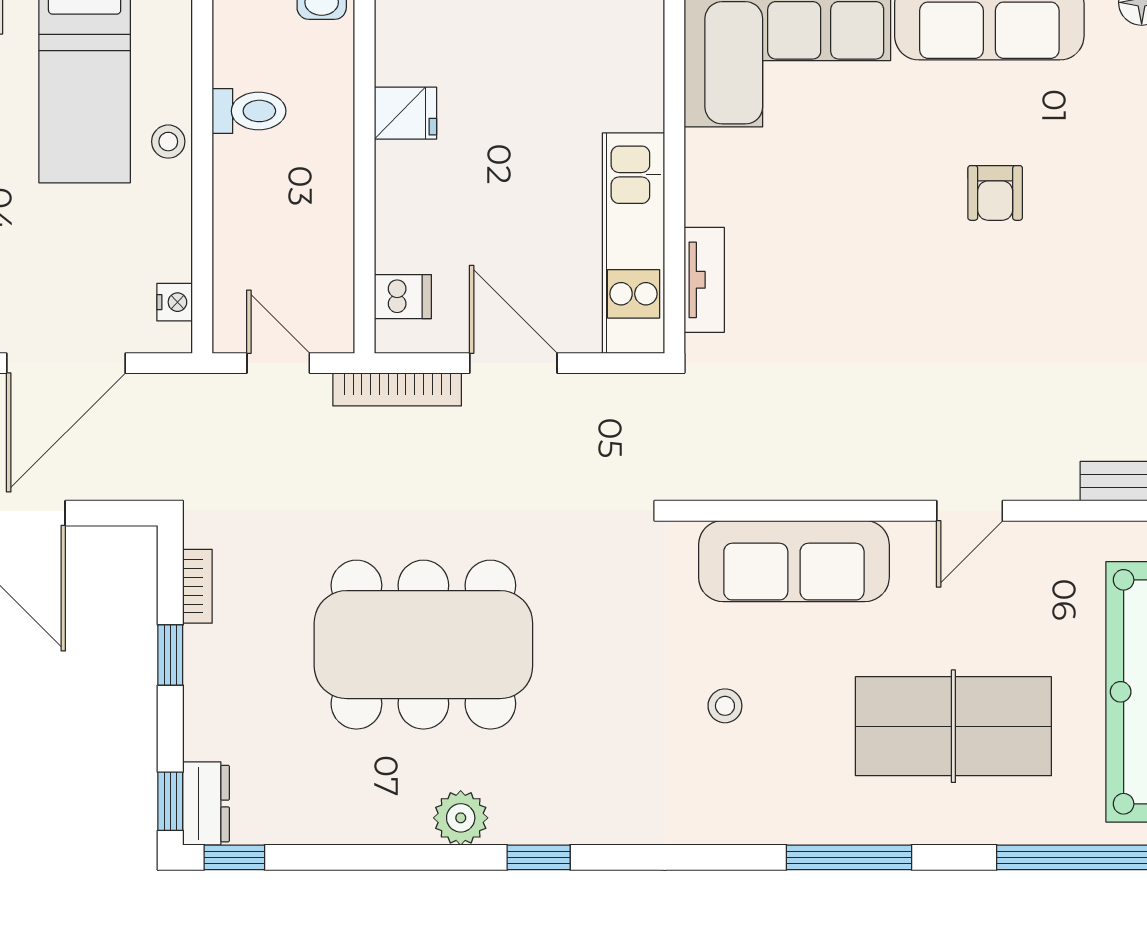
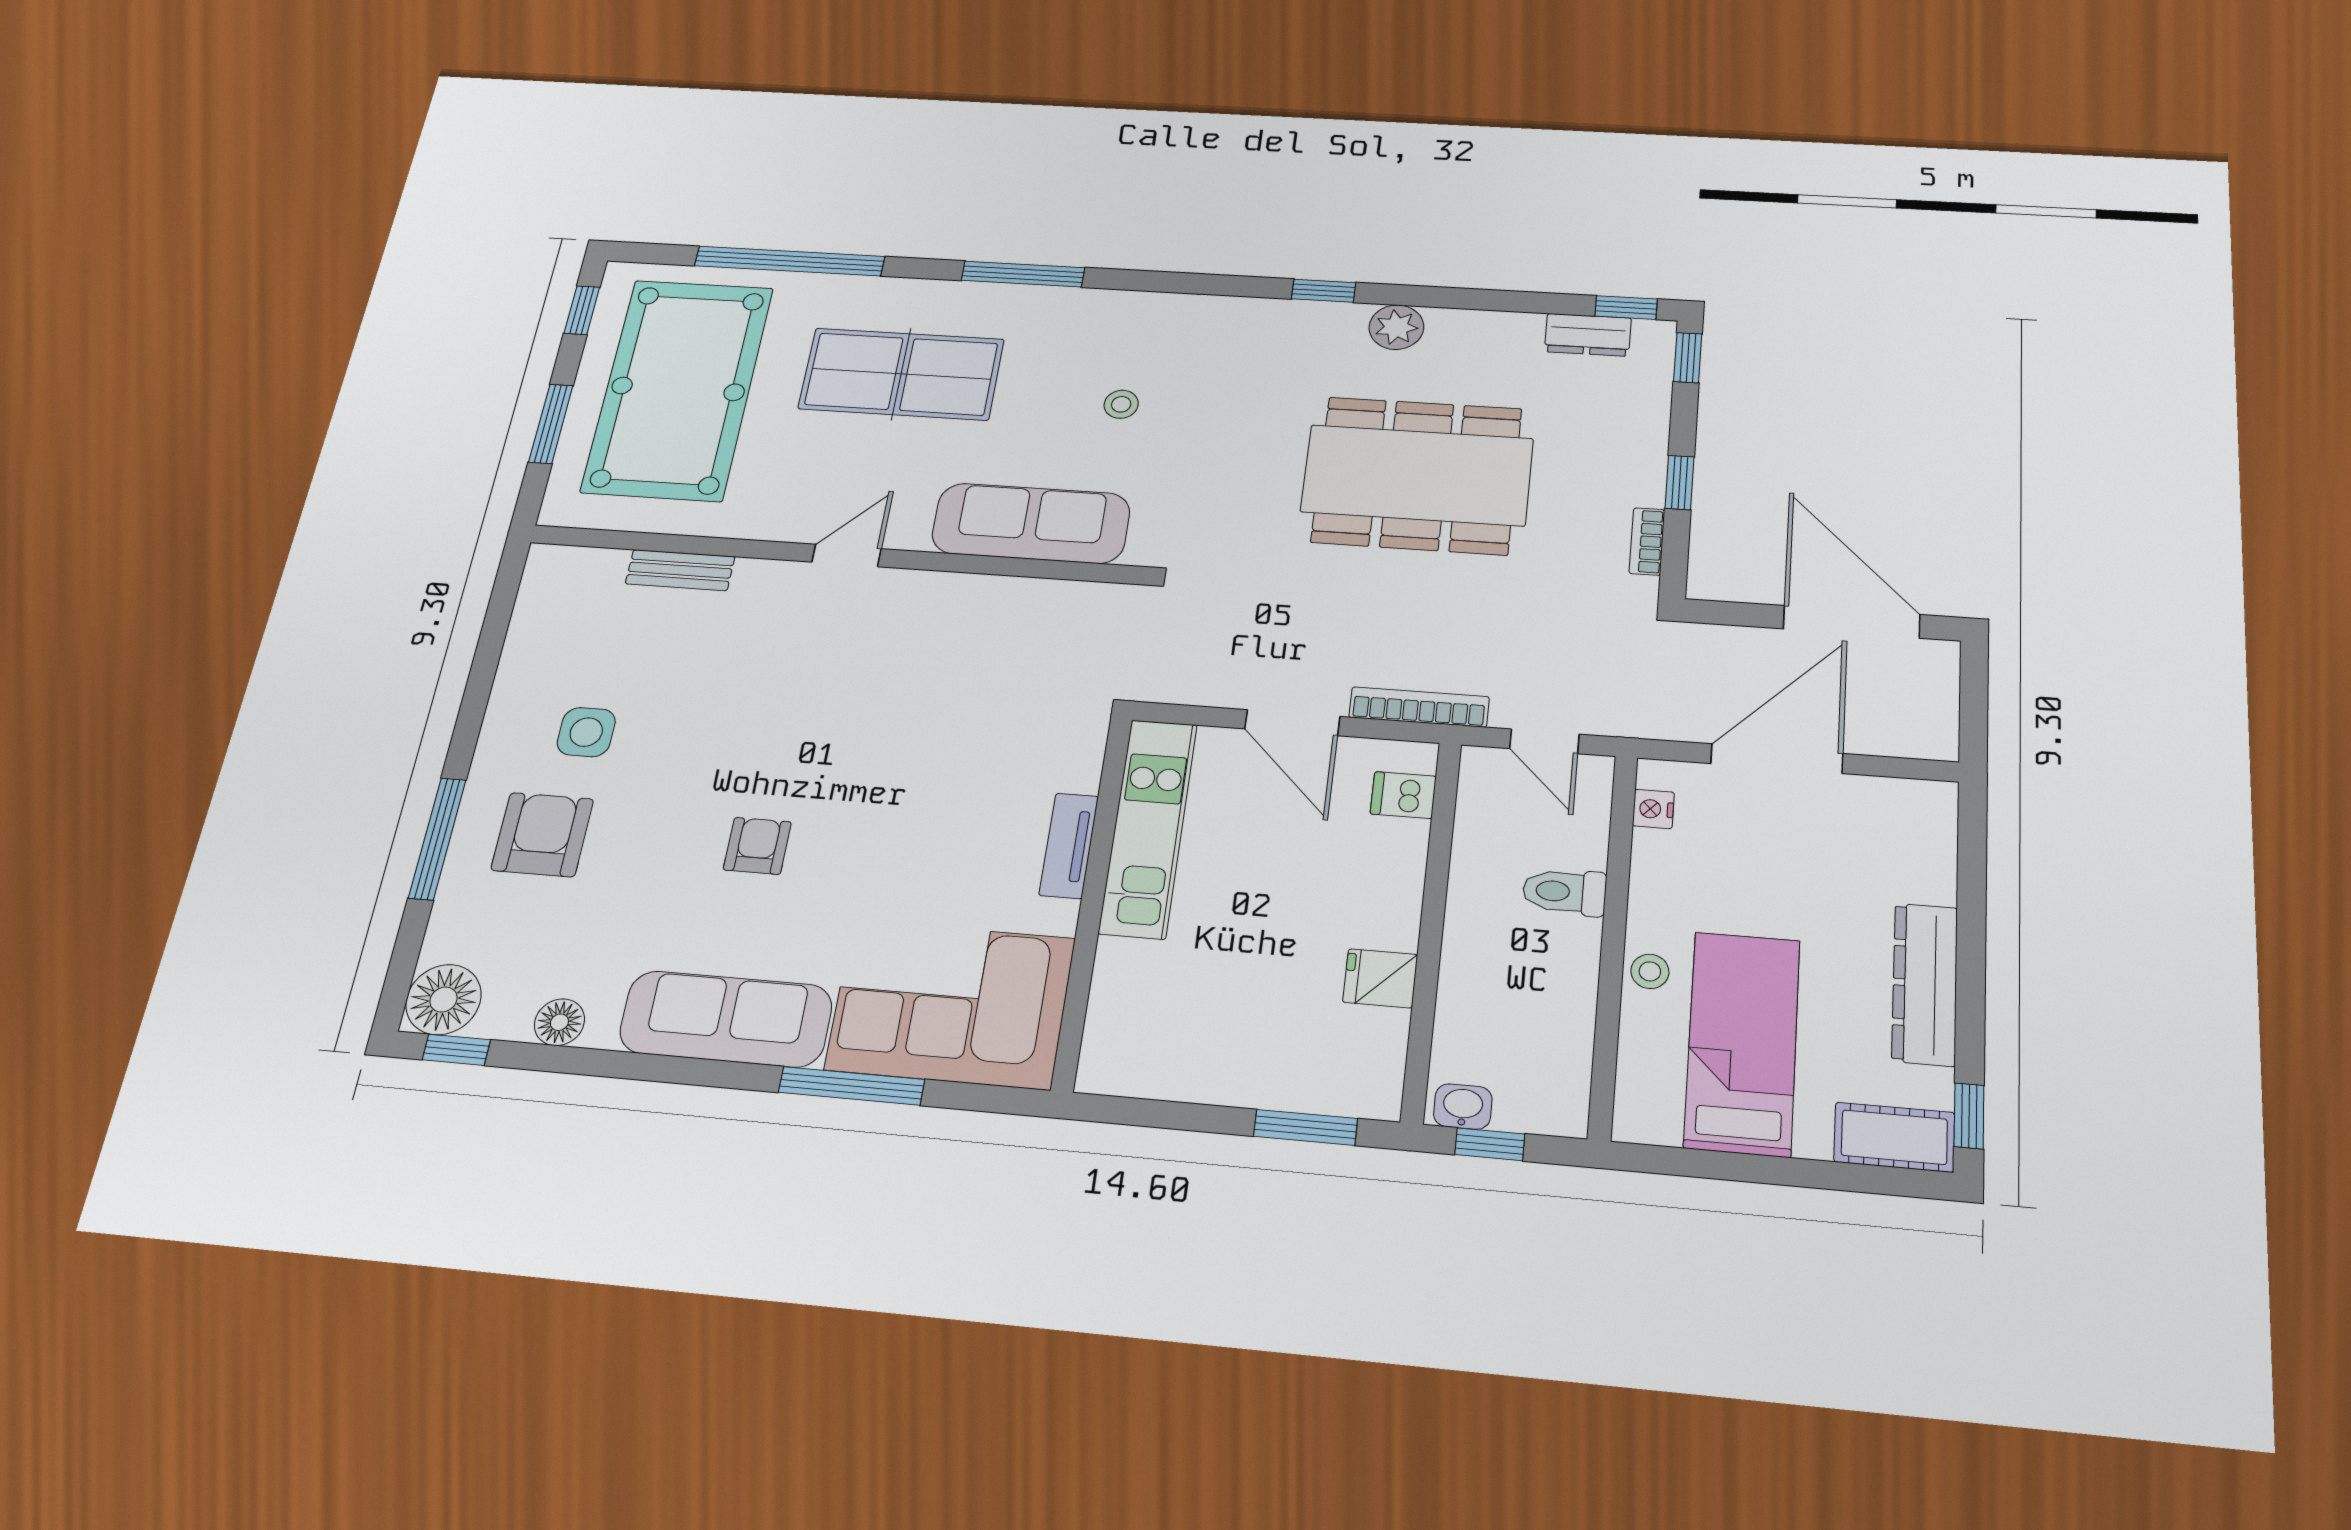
toilet: (249, 111) -> (1564, 892), moved
tv unit: (704, 280) -> (1069, 846), moved
dresser: (206, 804) -> (1588, 335), moved, turned -90

